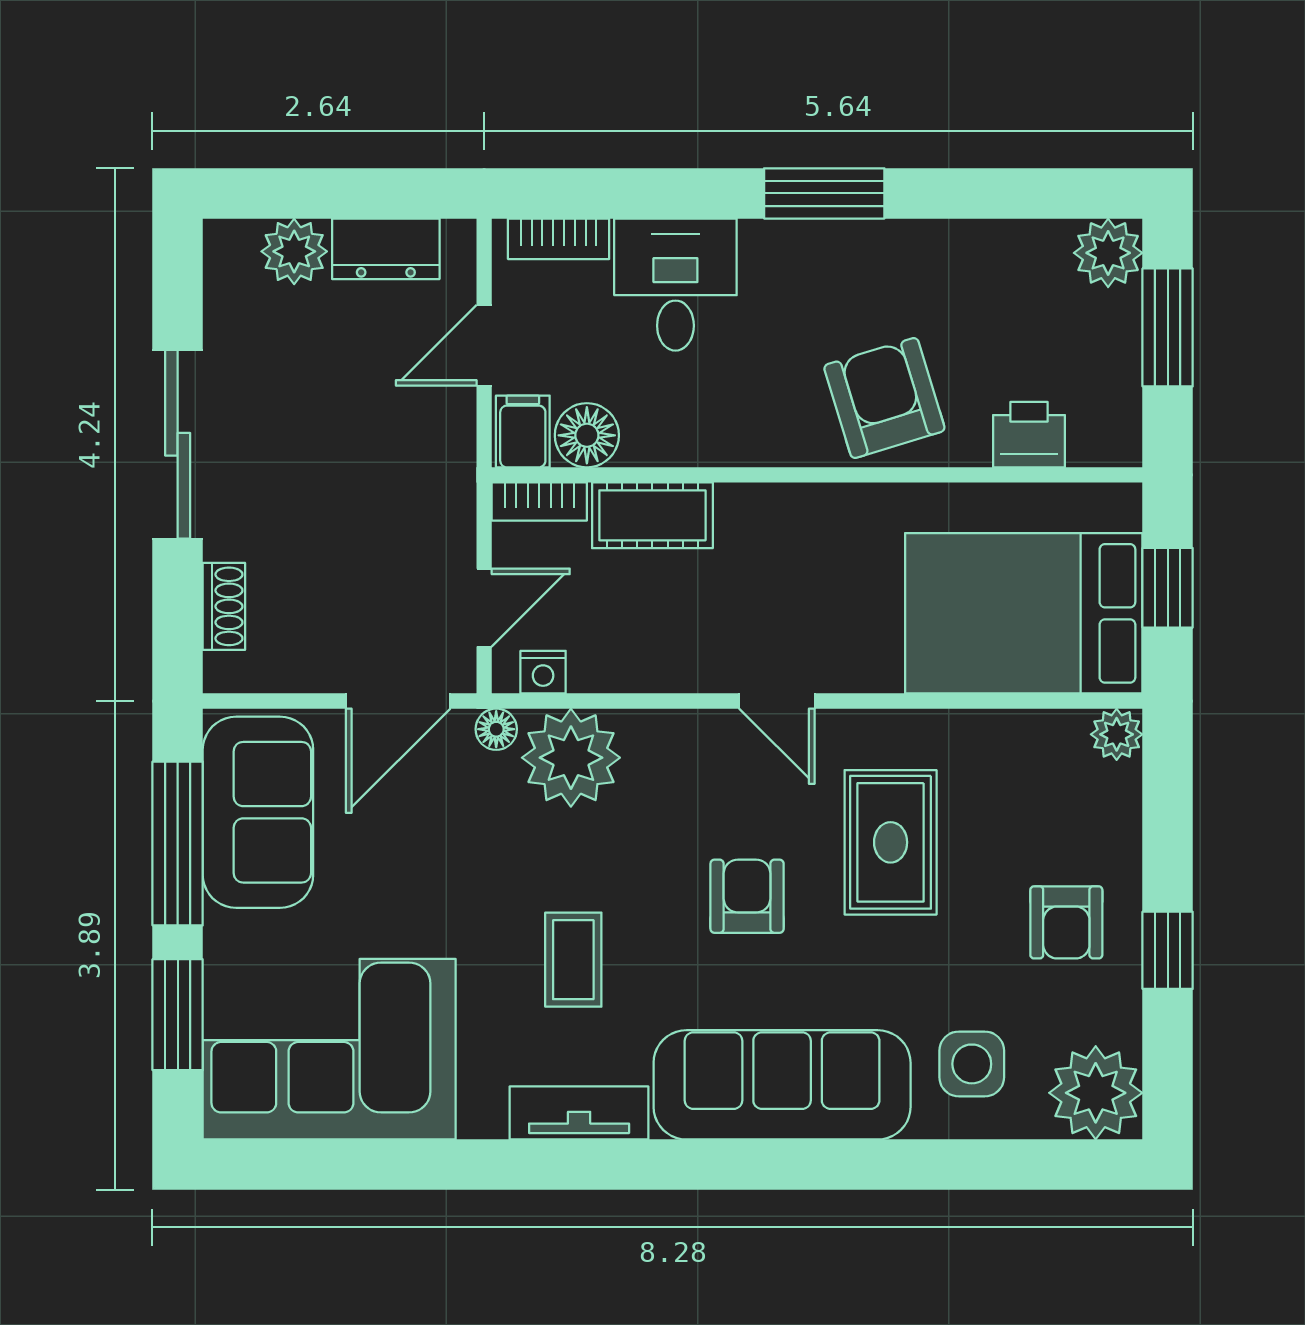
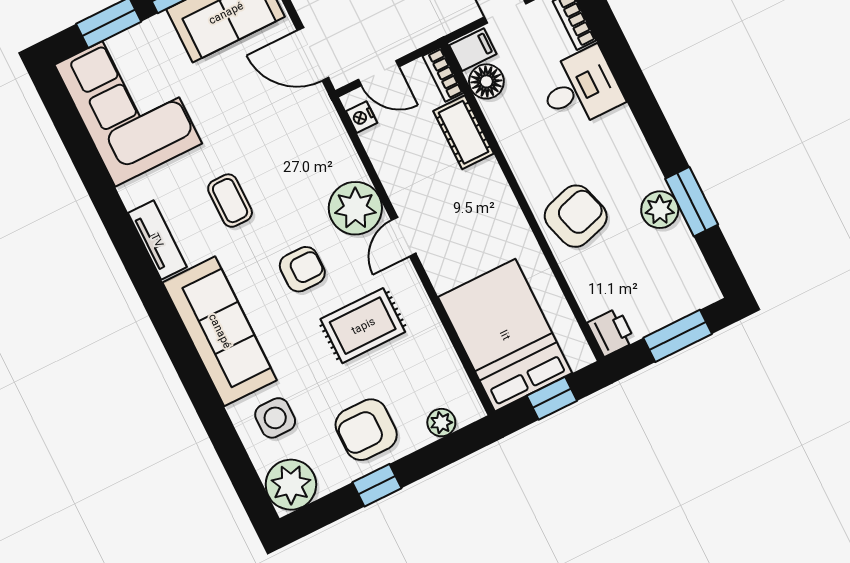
window: (824, 193) -> (692, 202), moved
plant: (1108, 253) -> (660, 210), moved
printer: (1029, 435) -> (611, 332), moved
floor lamp: (496, 729) -> (323, 108), removed
plant: (1117, 734) -> (441, 423), moved
plant: (571, 758) -> (355, 208), moved
armchair: (1066, 922) -> (366, 430), width x1.38, depth x1.38
coffee table: (573, 960) -> (230, 201), turned 90

